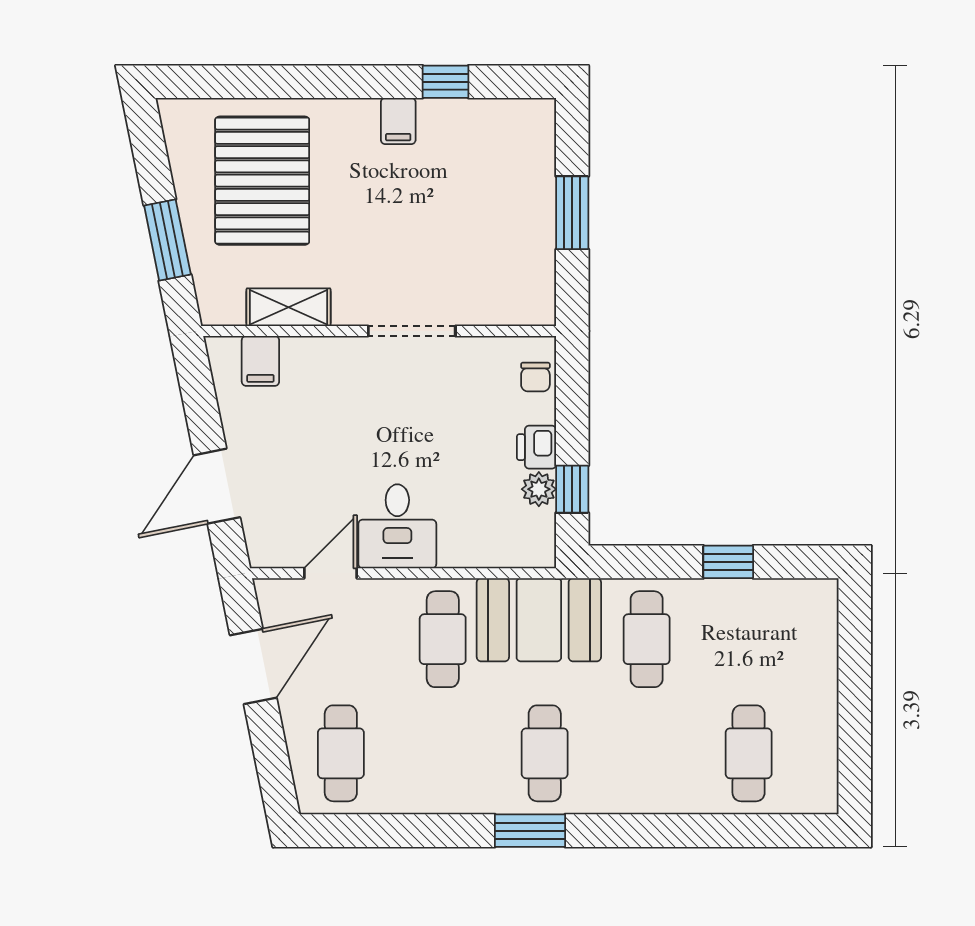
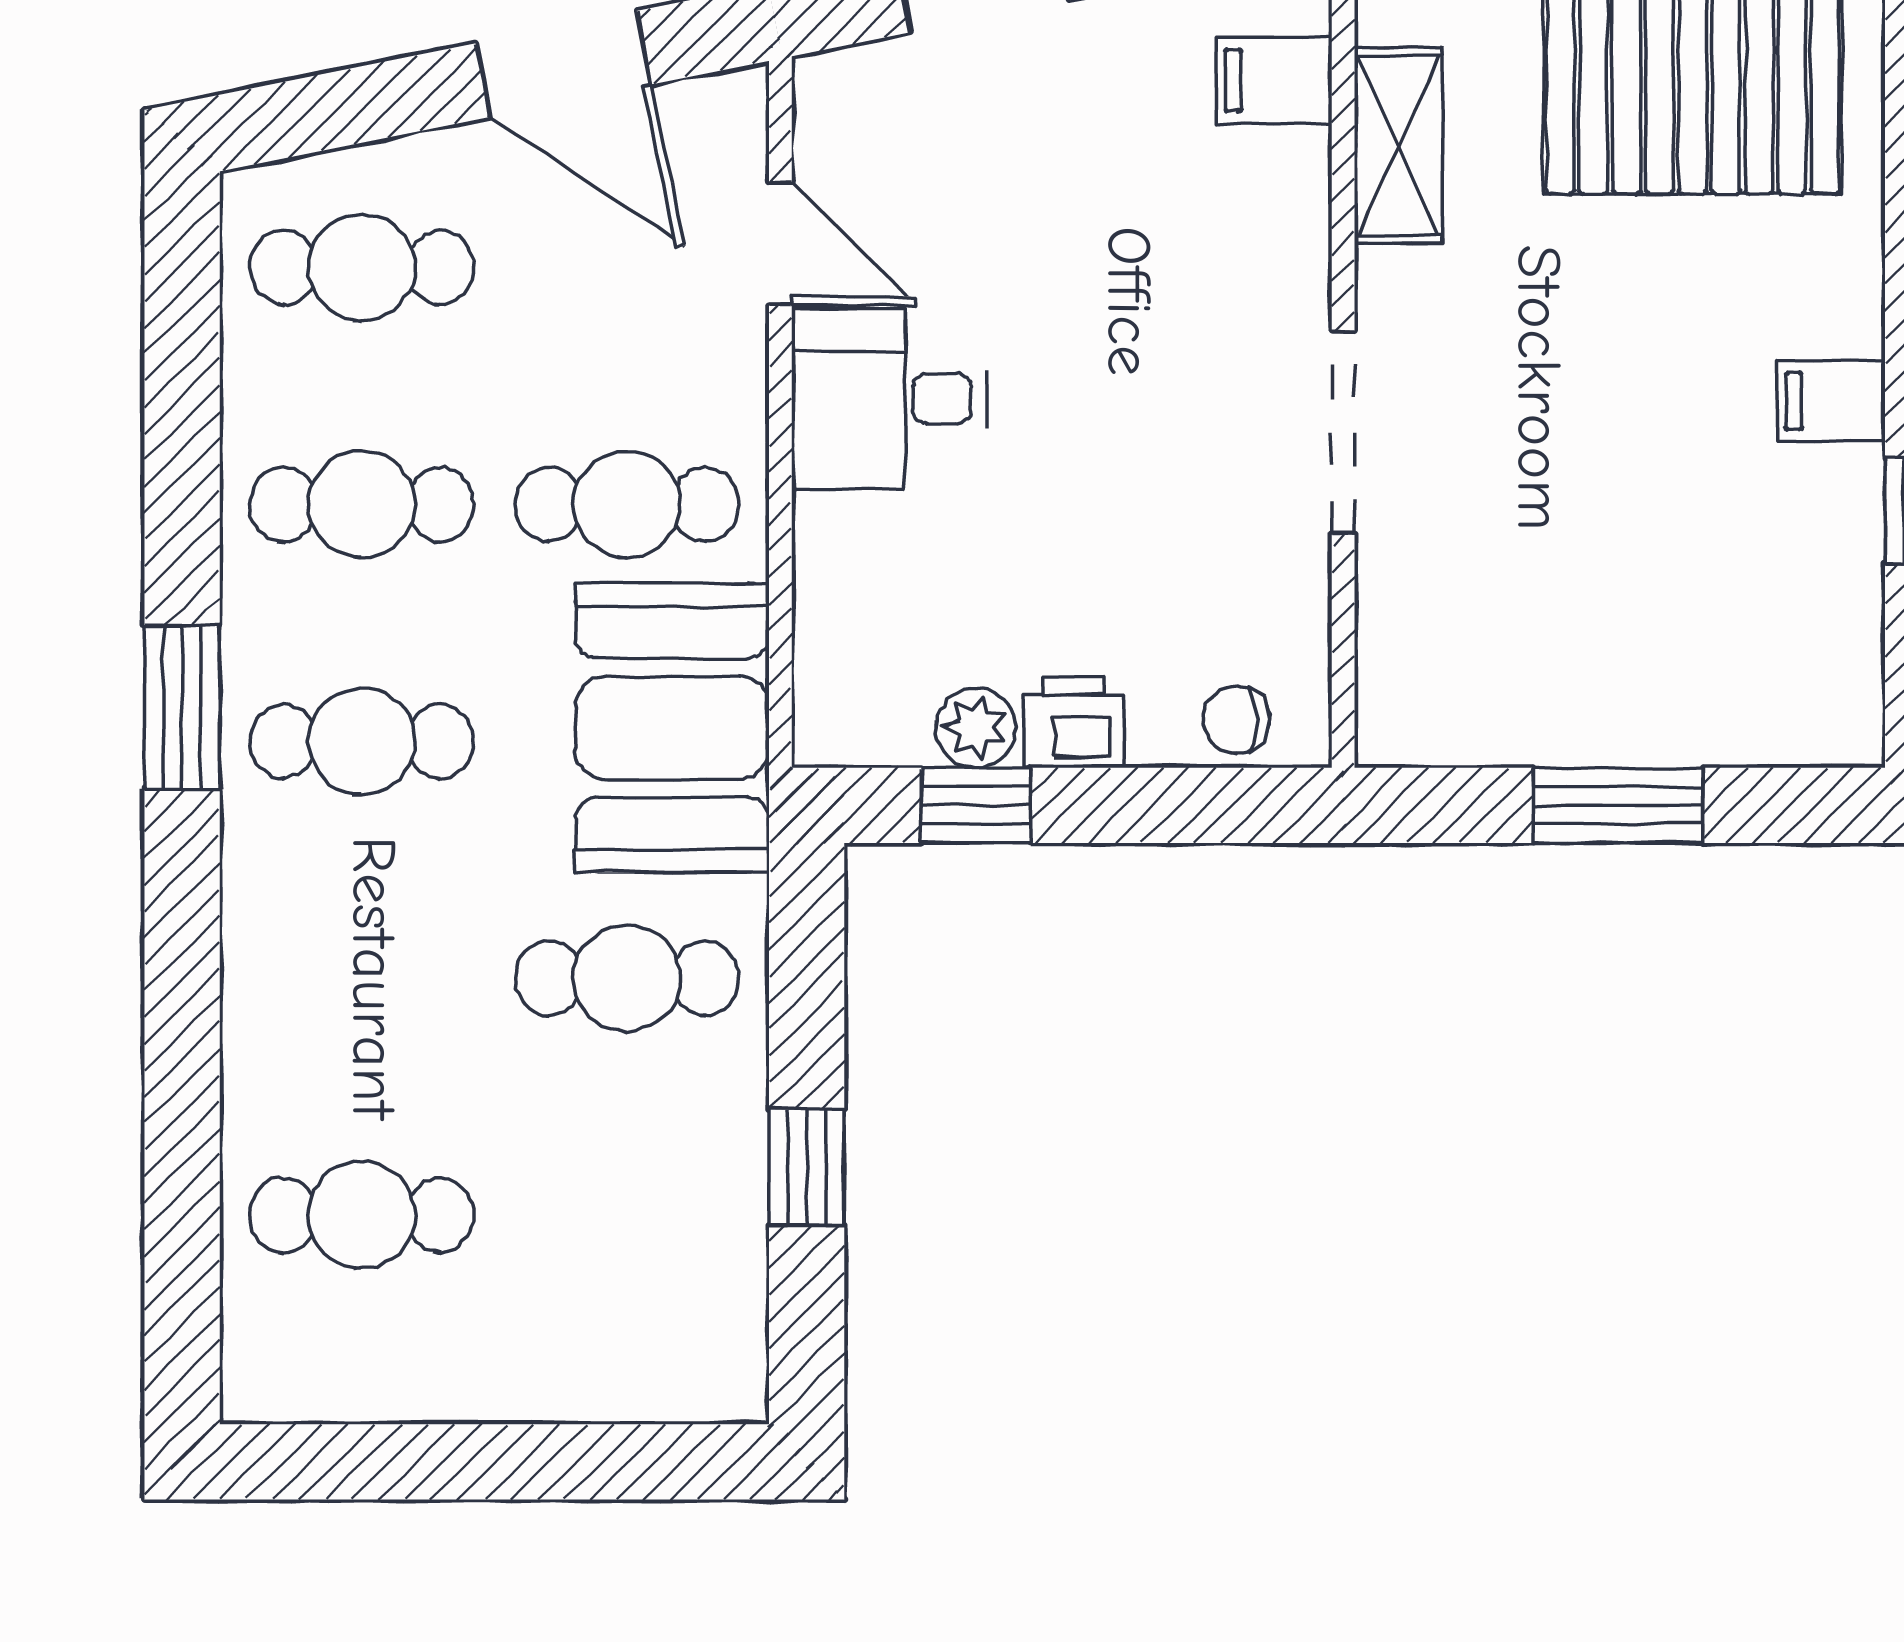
cafe table: (443, 753) -> (362, 504), added

